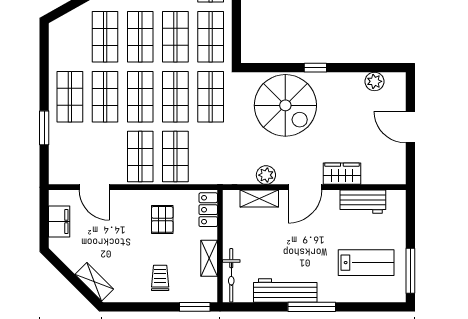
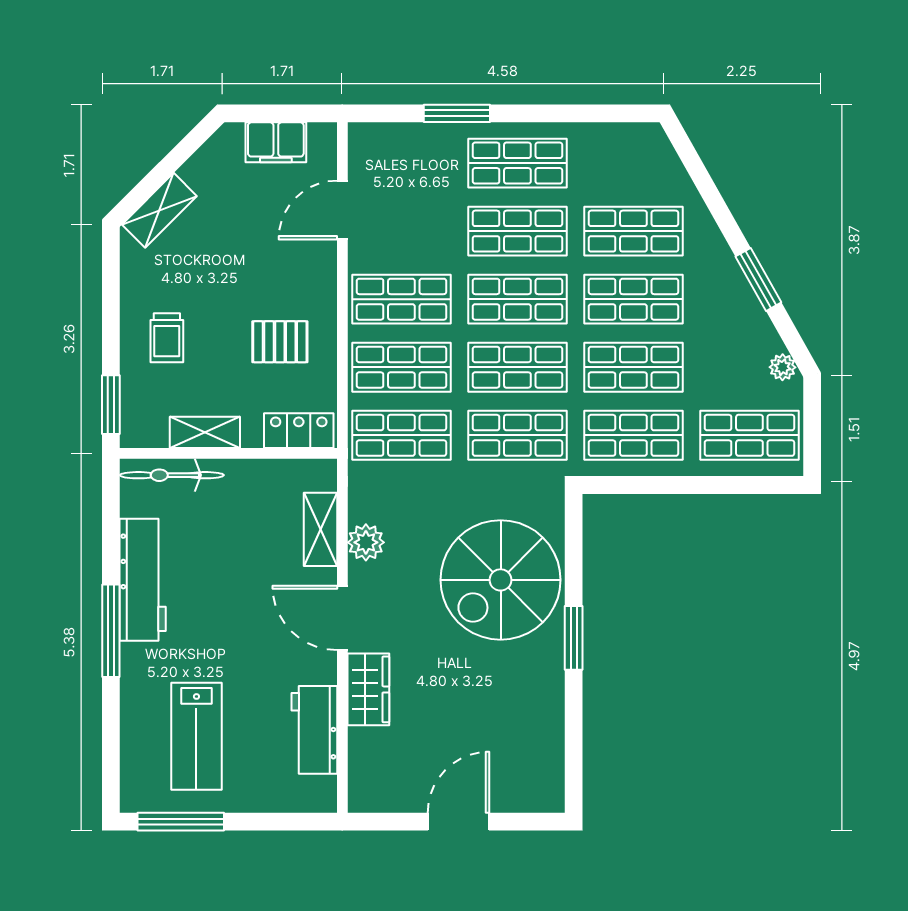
window: (315, 68) -> (574, 638), width x1.50
plant: (374, 81) -> (547, 752), removed
shop shelf: (211, 157) -> (401, 435), added
trolley: (160, 278) -> (167, 338), turned 90

